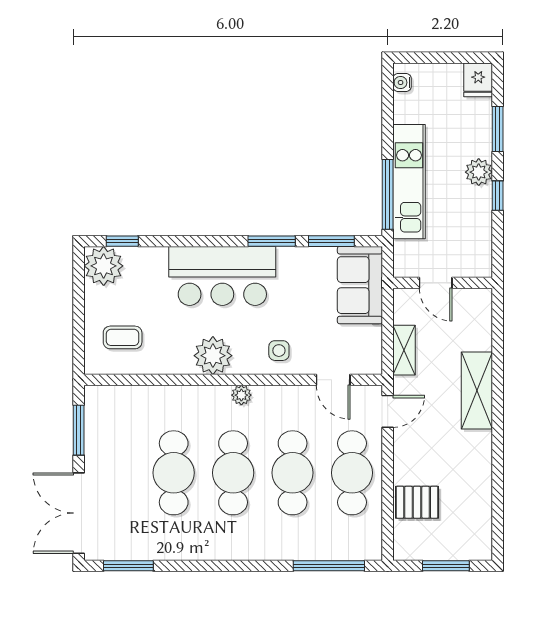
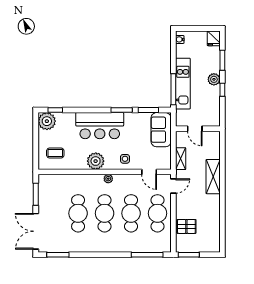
window: (446, 566) -> (189, 255), moved

